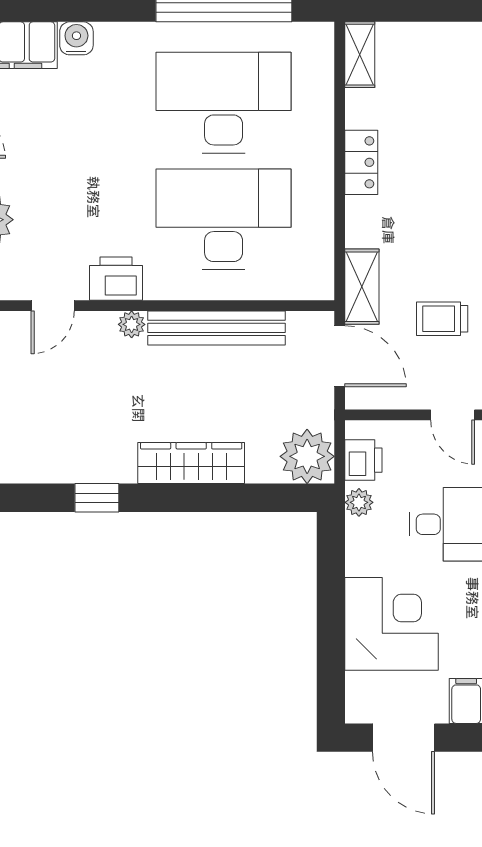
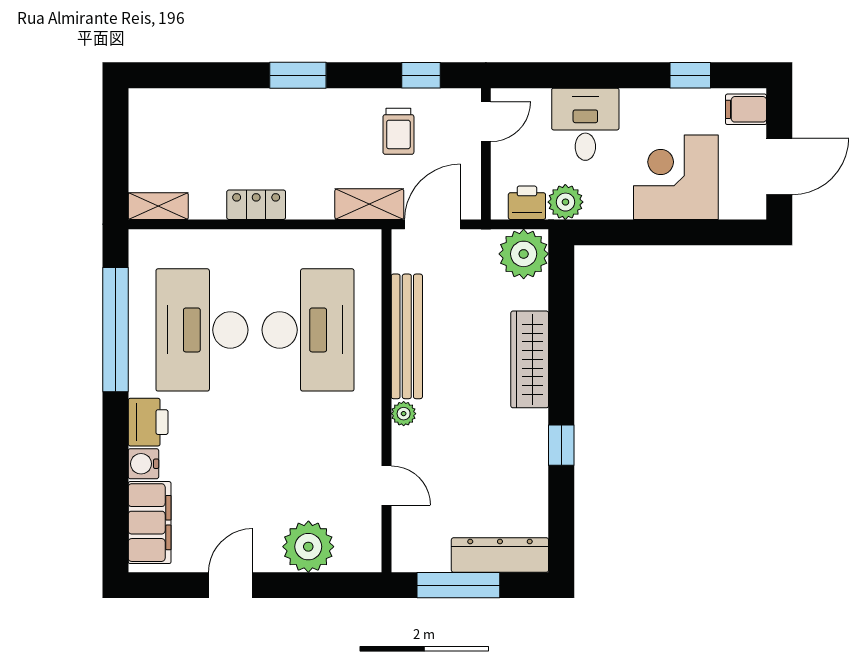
desk: (224, 219) -> (308, 330), turned 180
printer: (116, 279) -> (148, 422), moved, turned 180
plant: (359, 502) -> (565, 202), width x1.38, depth x1.38

